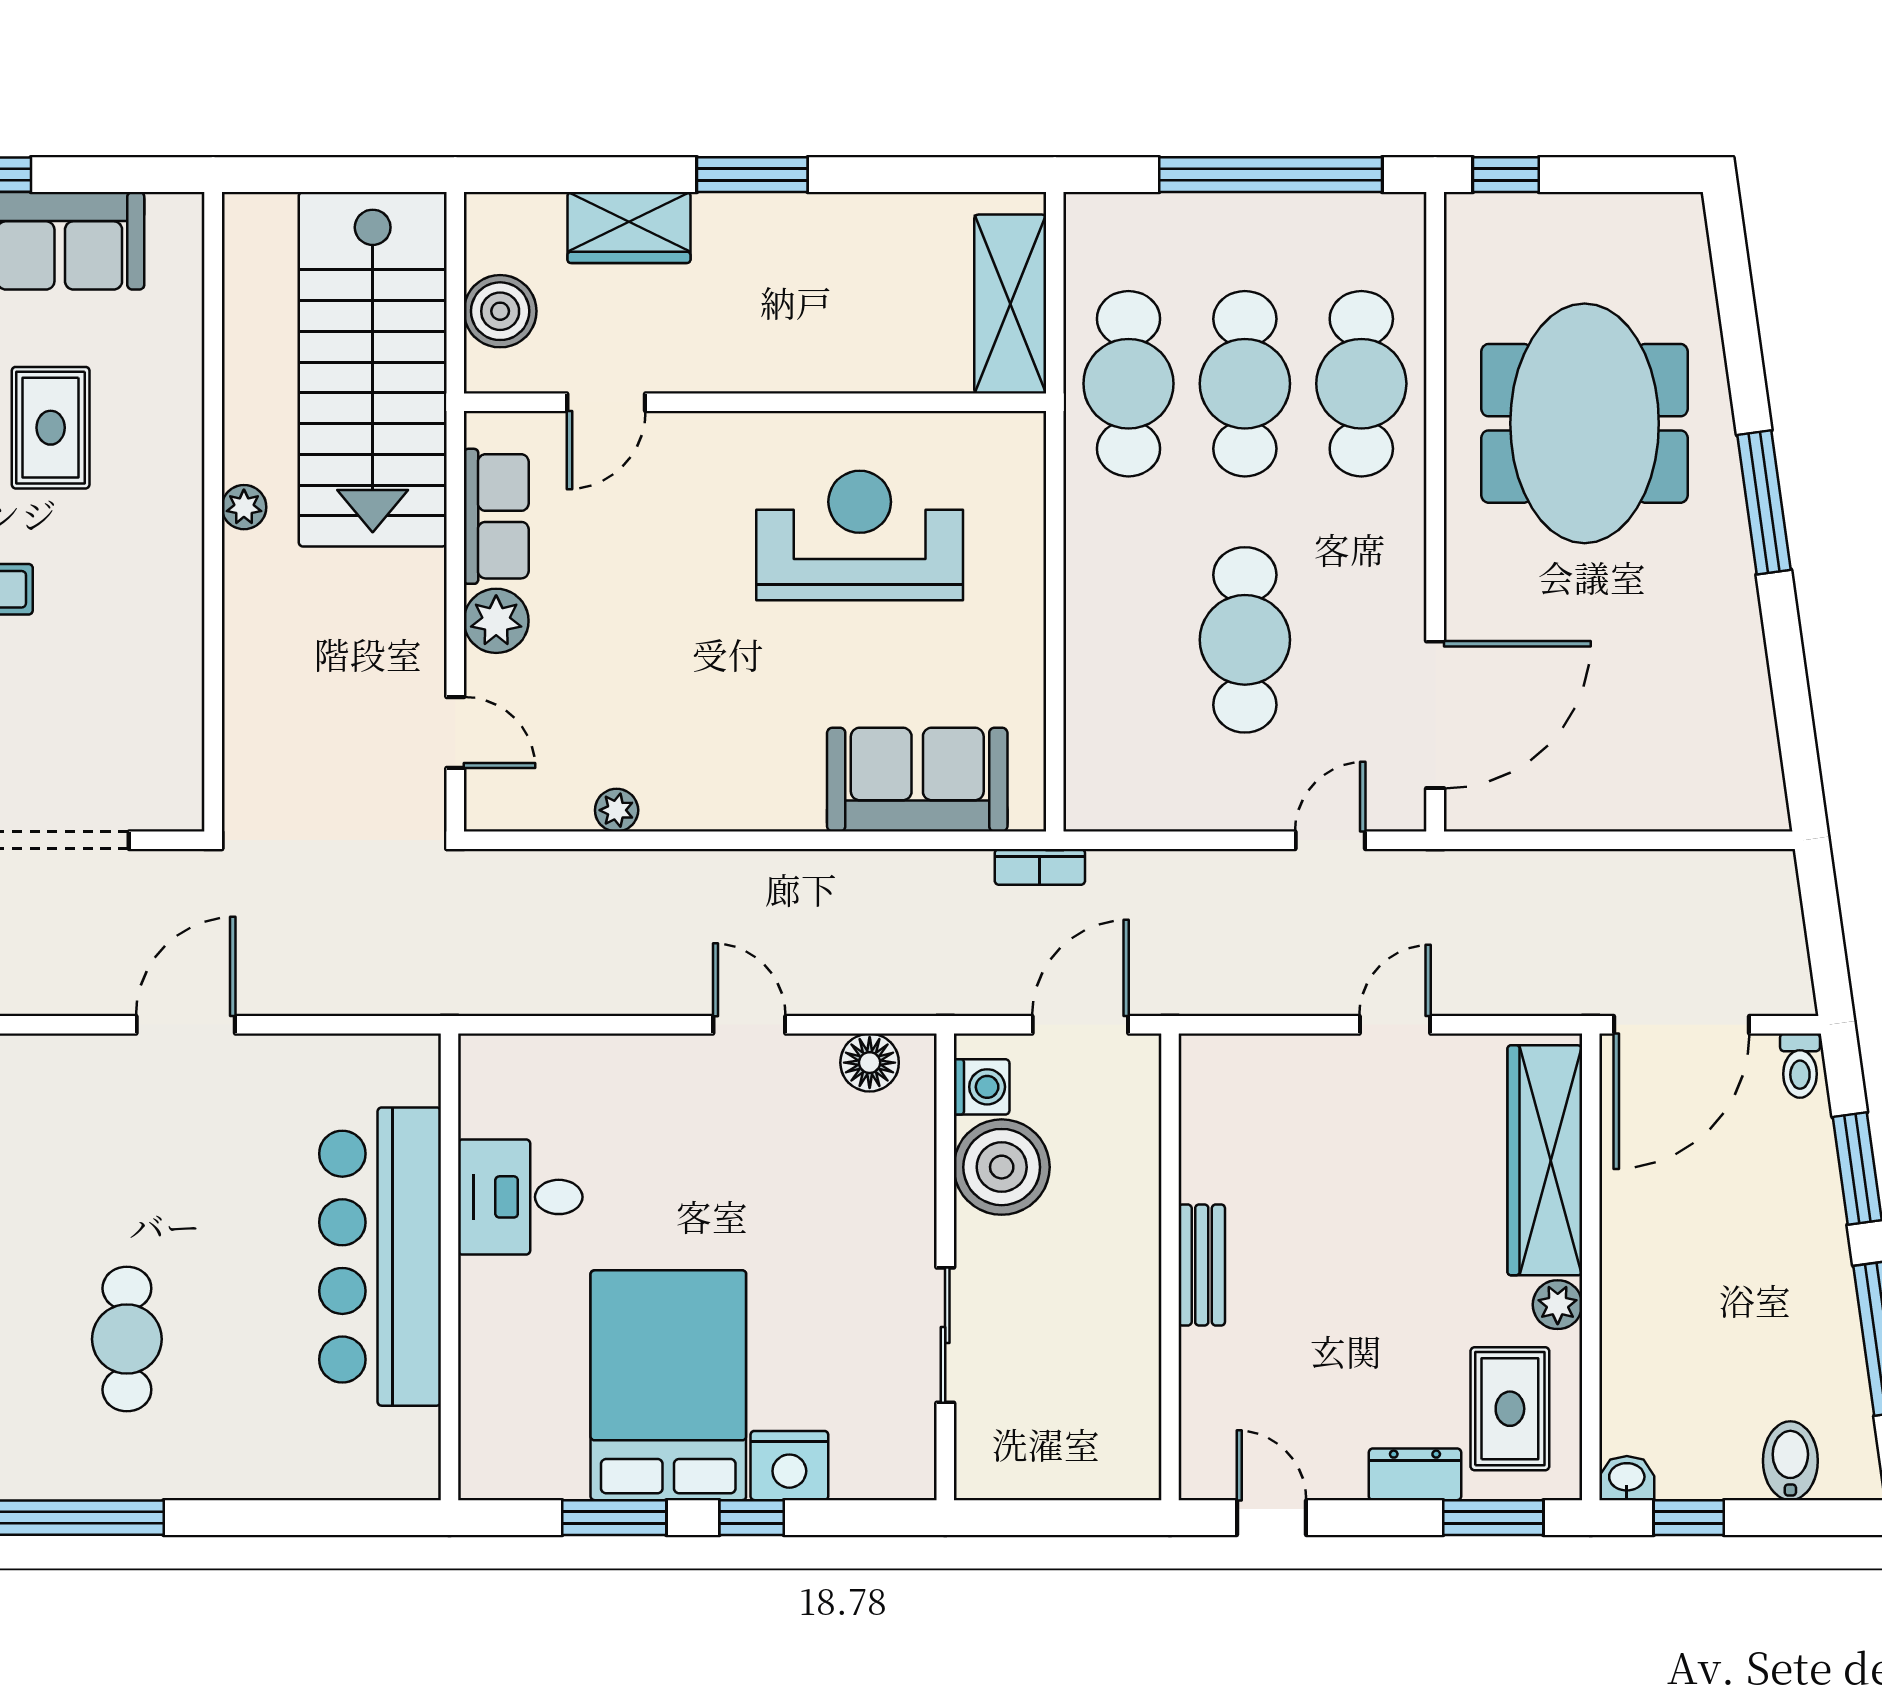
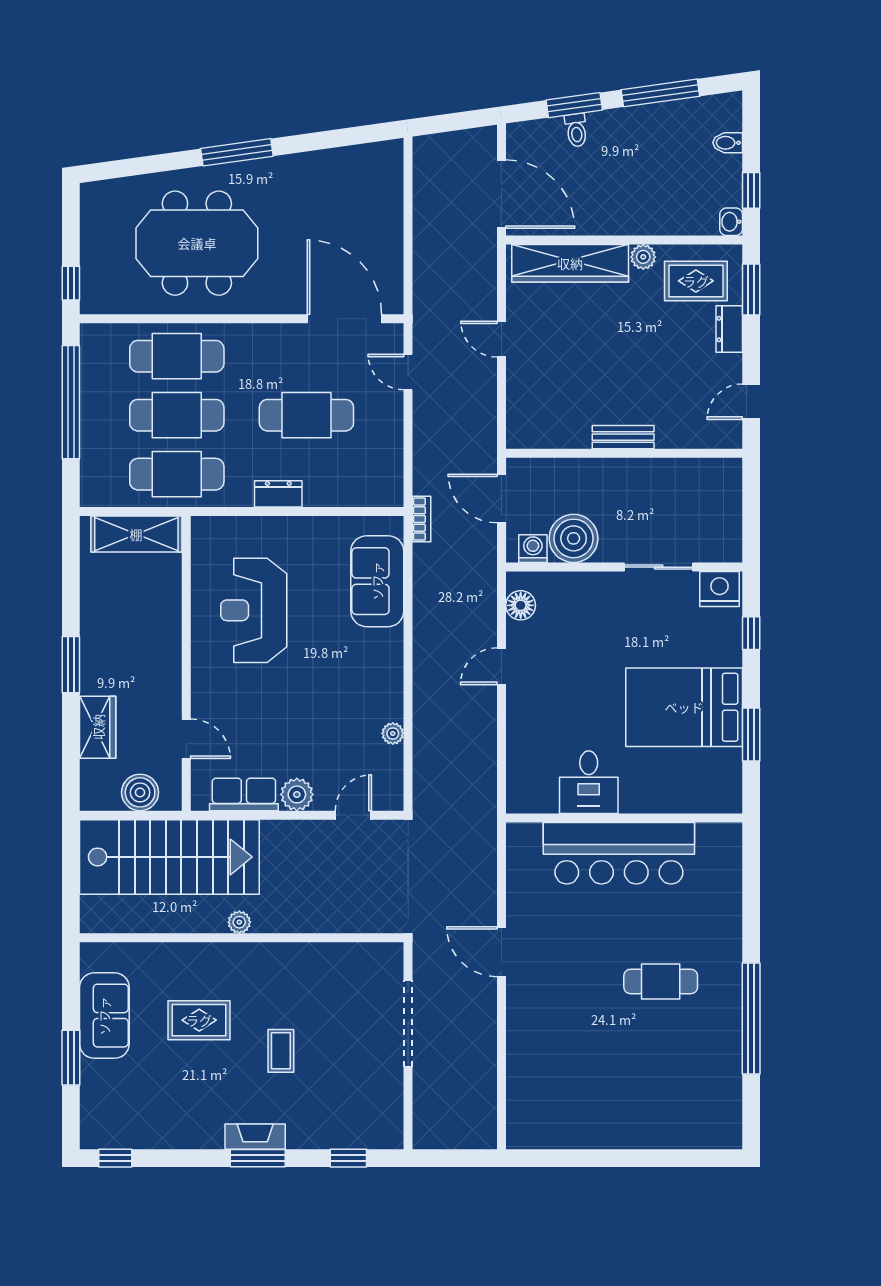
dresser: (1090, 584) -> (278, 494), added
toilet: (1800, 1066) -> (576, 130), moved, turned 82
bidet: (1790, 1461) -> (728, 143), width x0.72, depth x0.74
nightstand: (789, 1466) -> (720, 589), moved, turned -90
window: (752, 1518) -> (751, 633), moved

